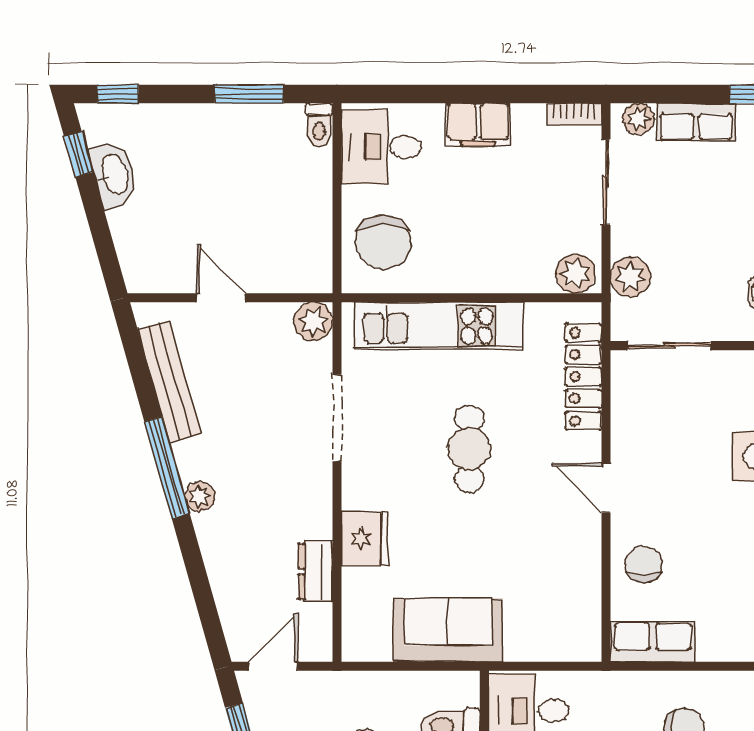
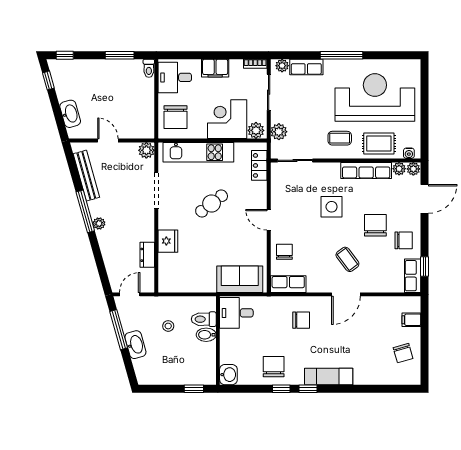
washbasin: (114, 175) -> (70, 114), moved
corner desk: (506, 247) -> (227, 119), added
locker: (583, 377) -> (259, 165), width x0.66
cafe table: (469, 449) -> (212, 203), turned 52
sofa: (448, 630) -> (240, 279), moved

